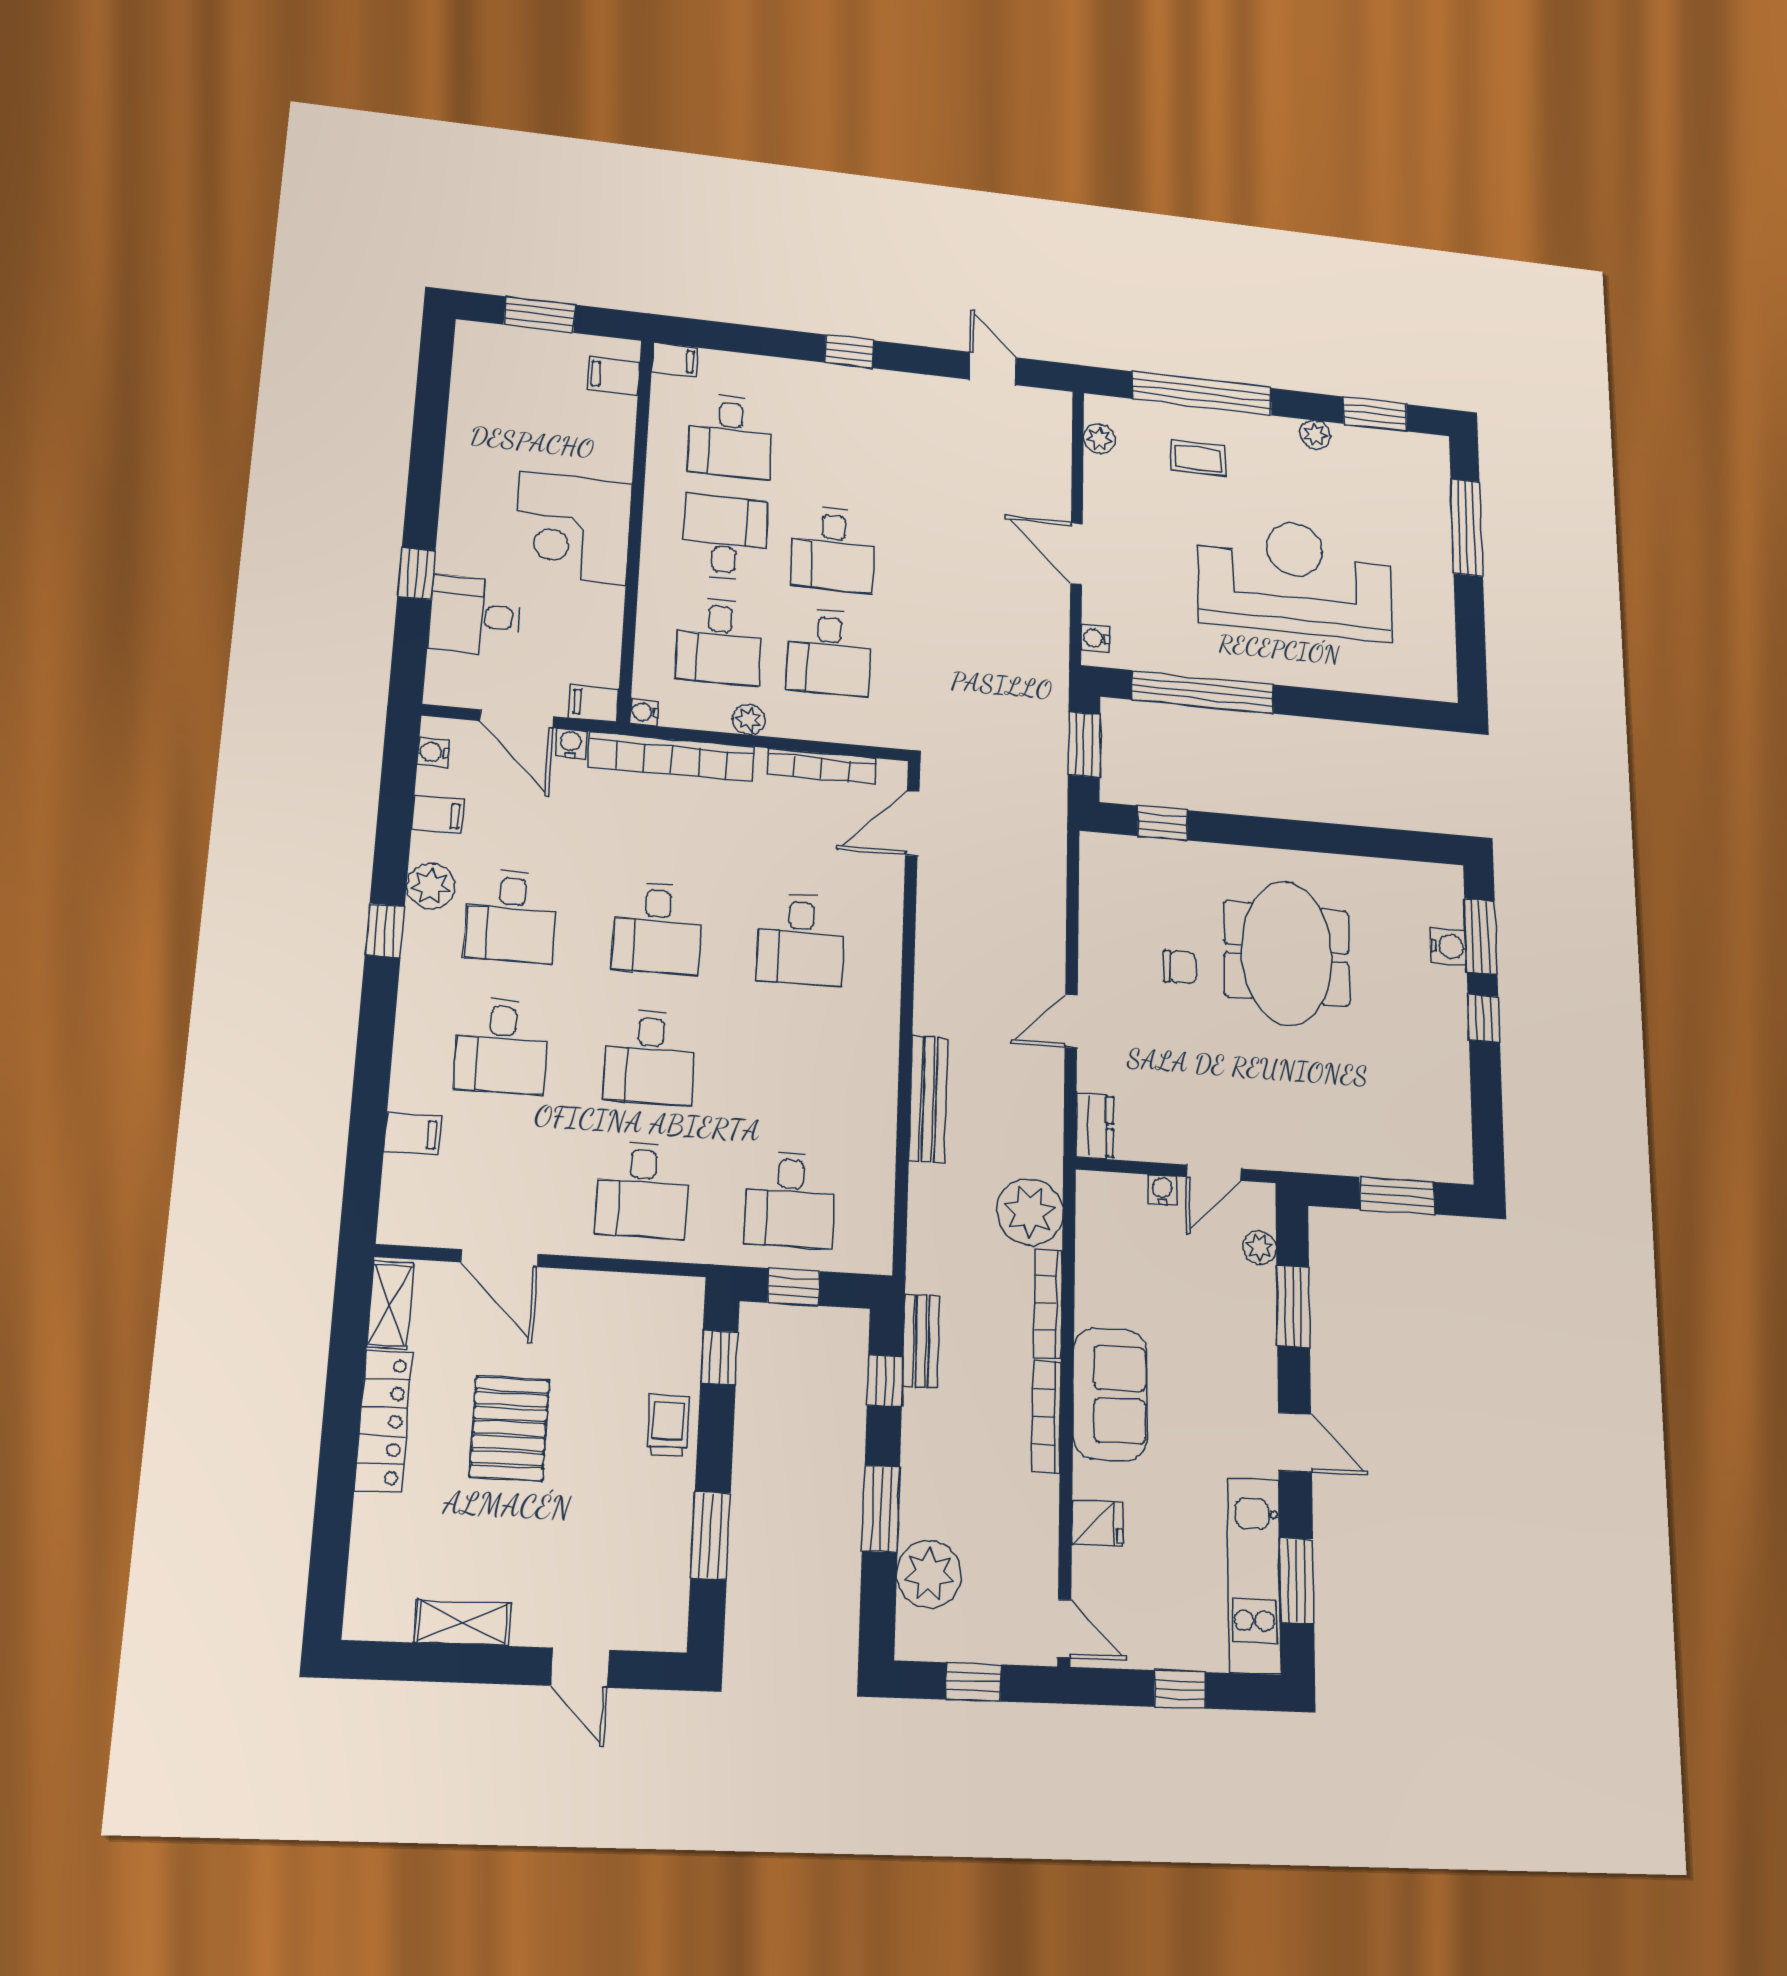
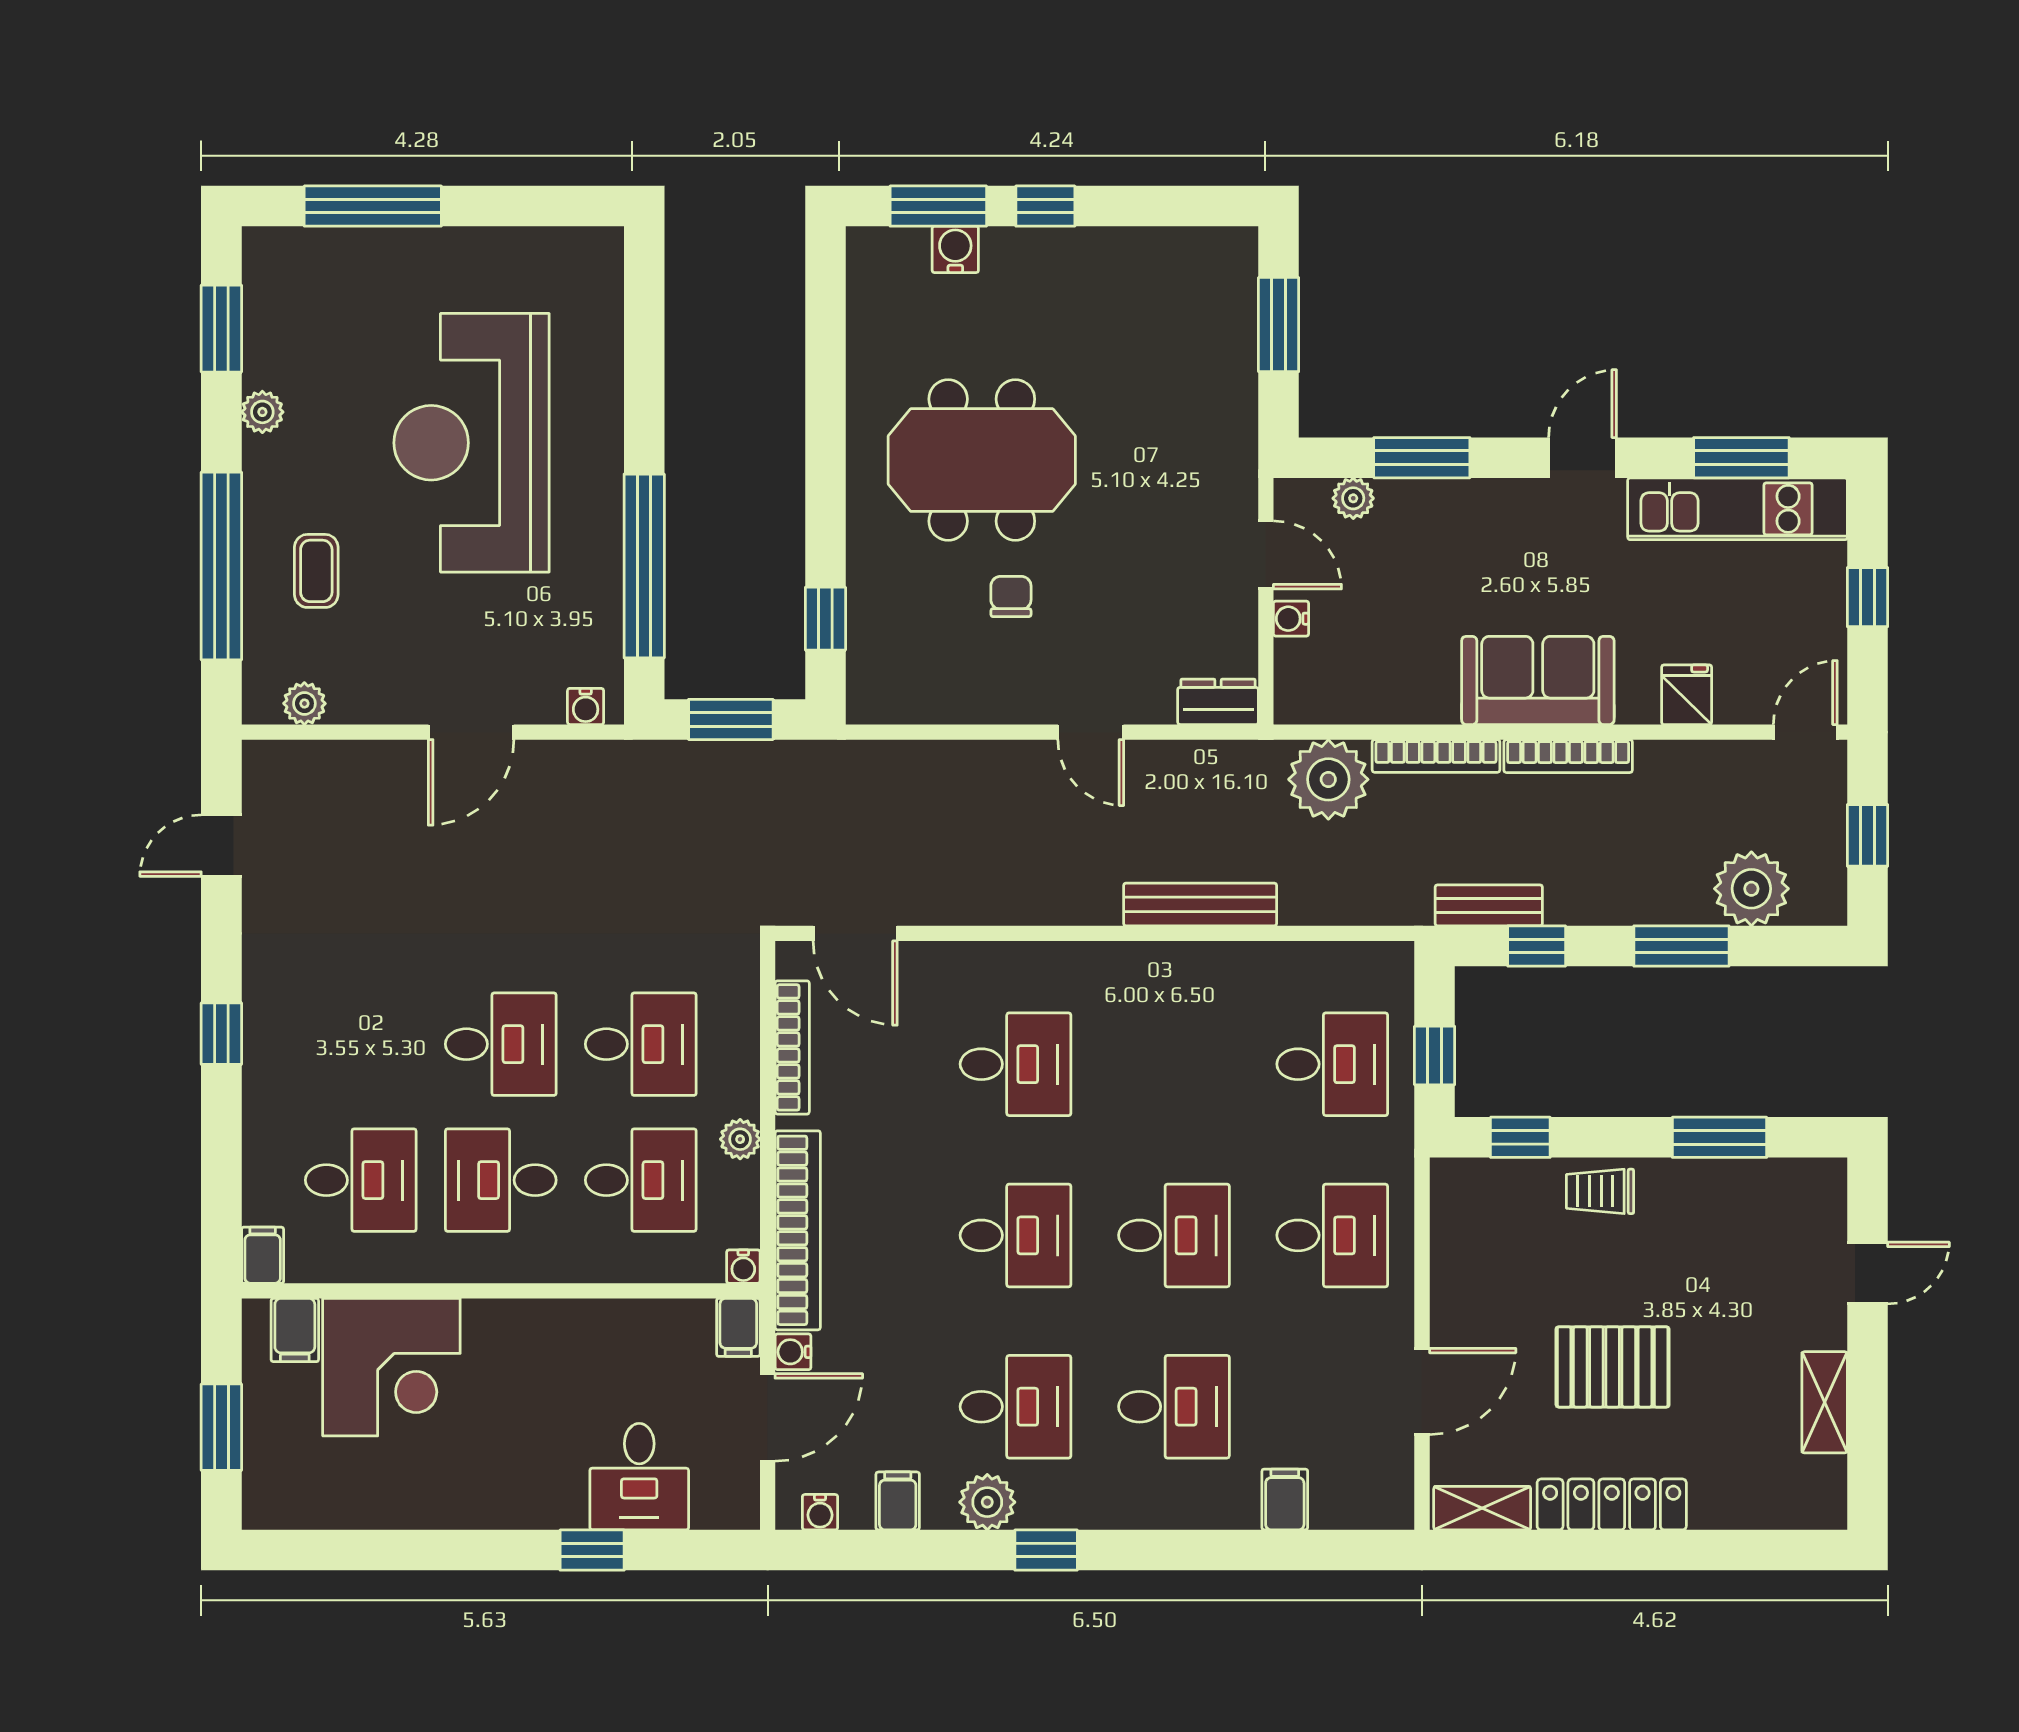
corner desk: (573, 528) -> (391, 1367), moved

